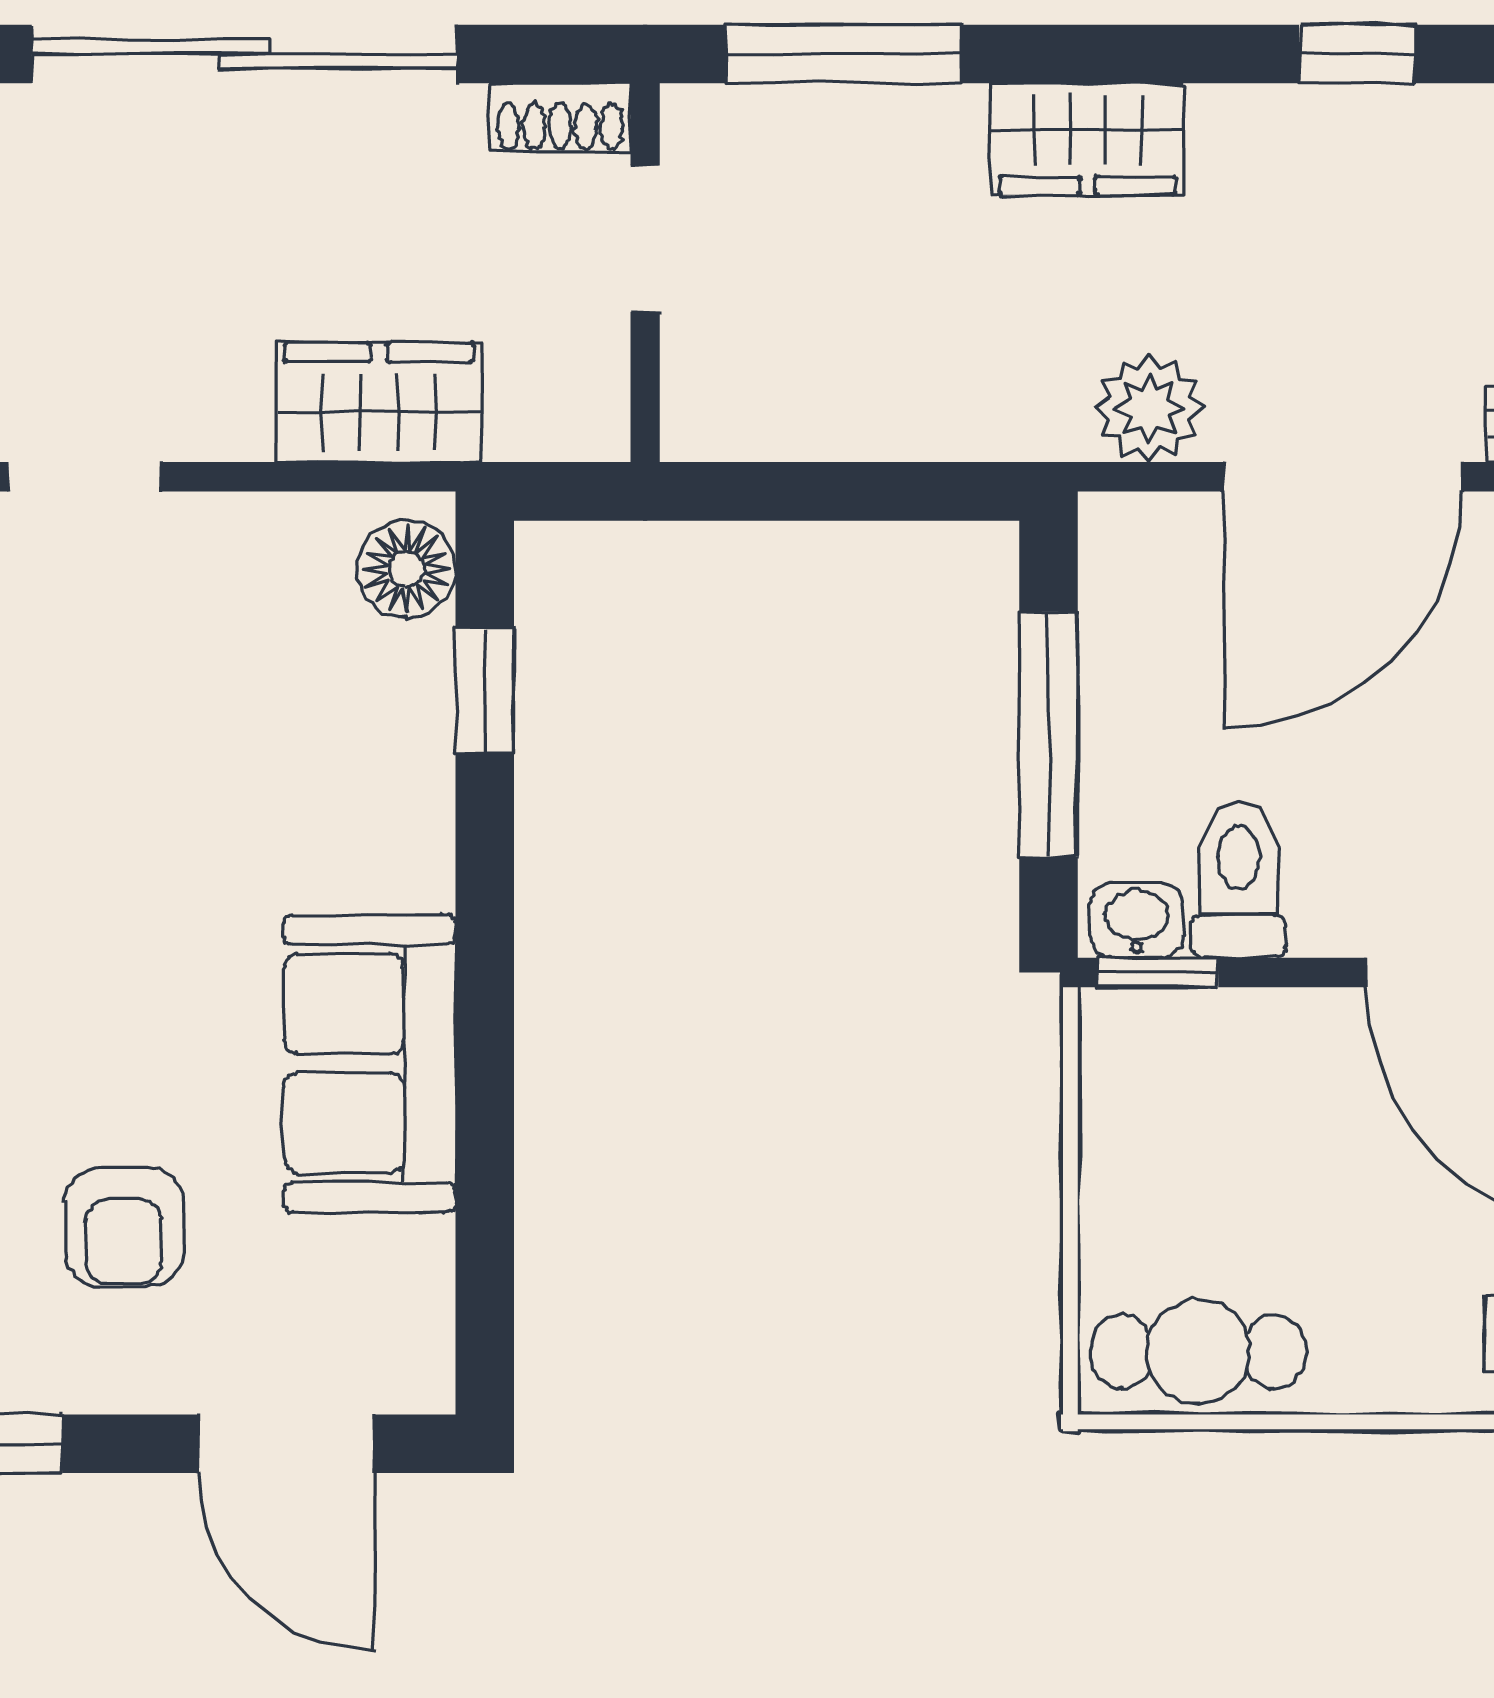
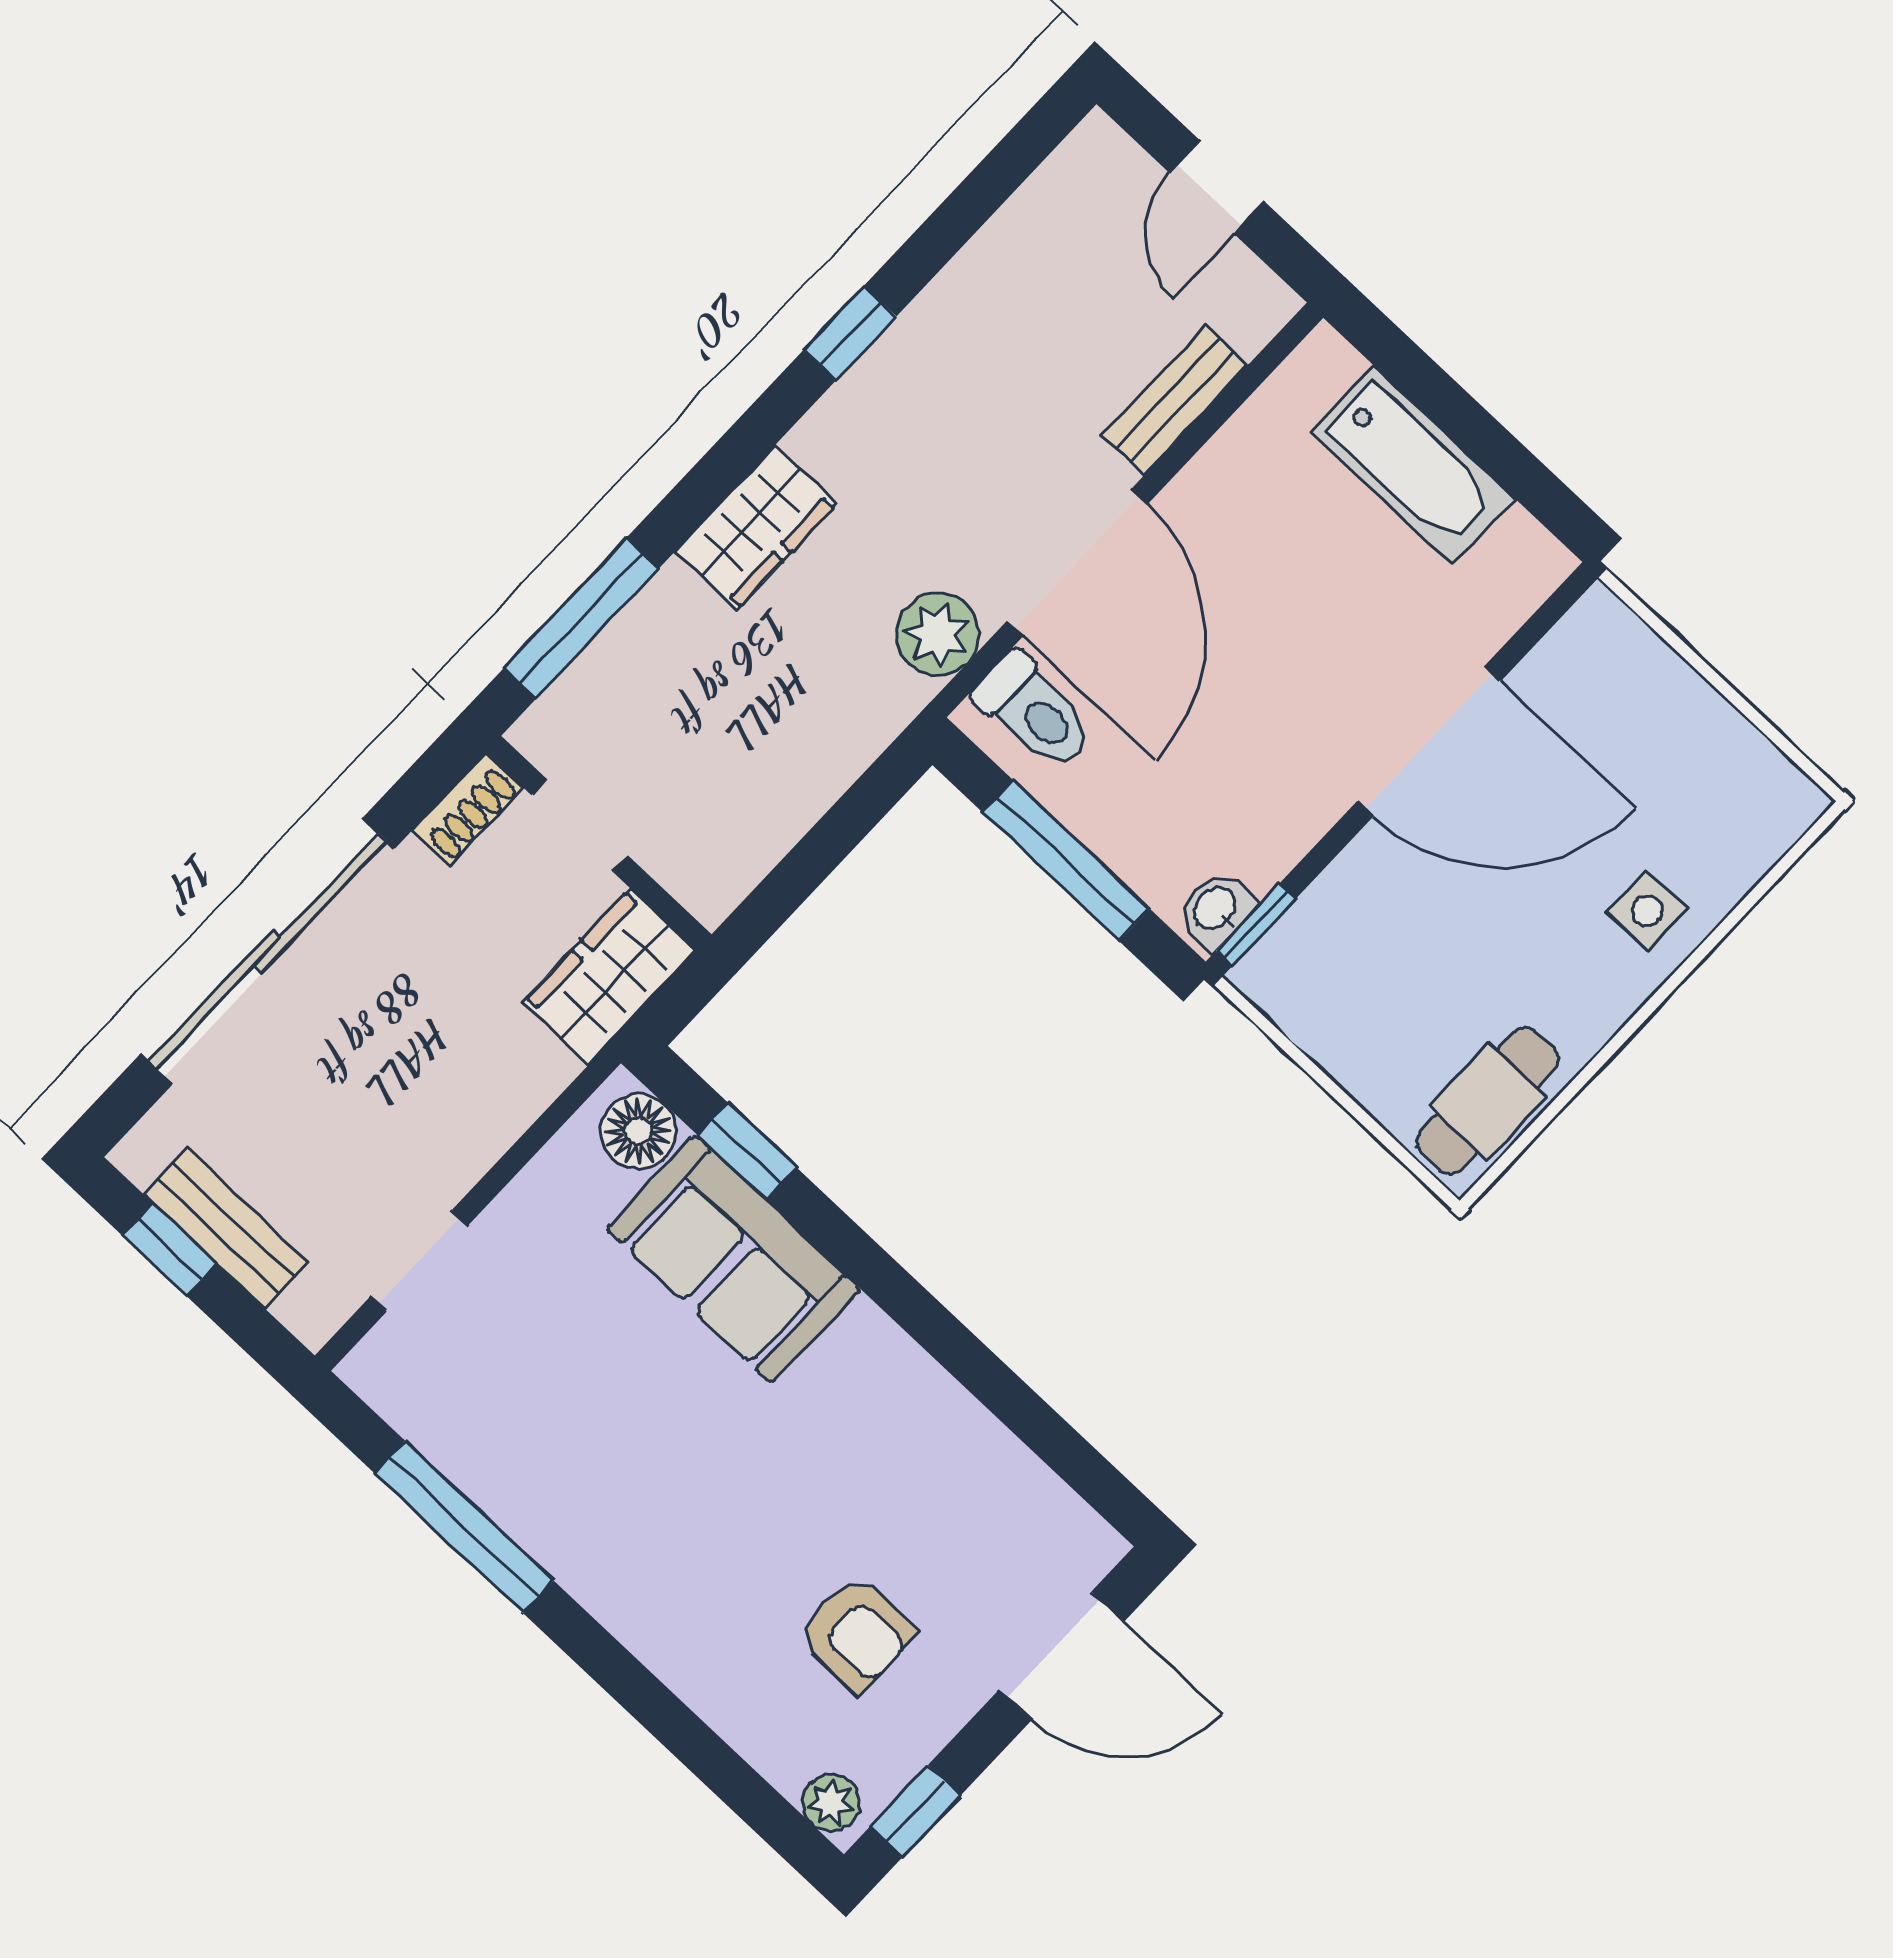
wardrobe: (379, 403) -> (609, 976), moved
toilet: (1239, 880) -> (1035, 711), moved, turned 180
sofa: (370, 1064) -> (733, 1259), moved

